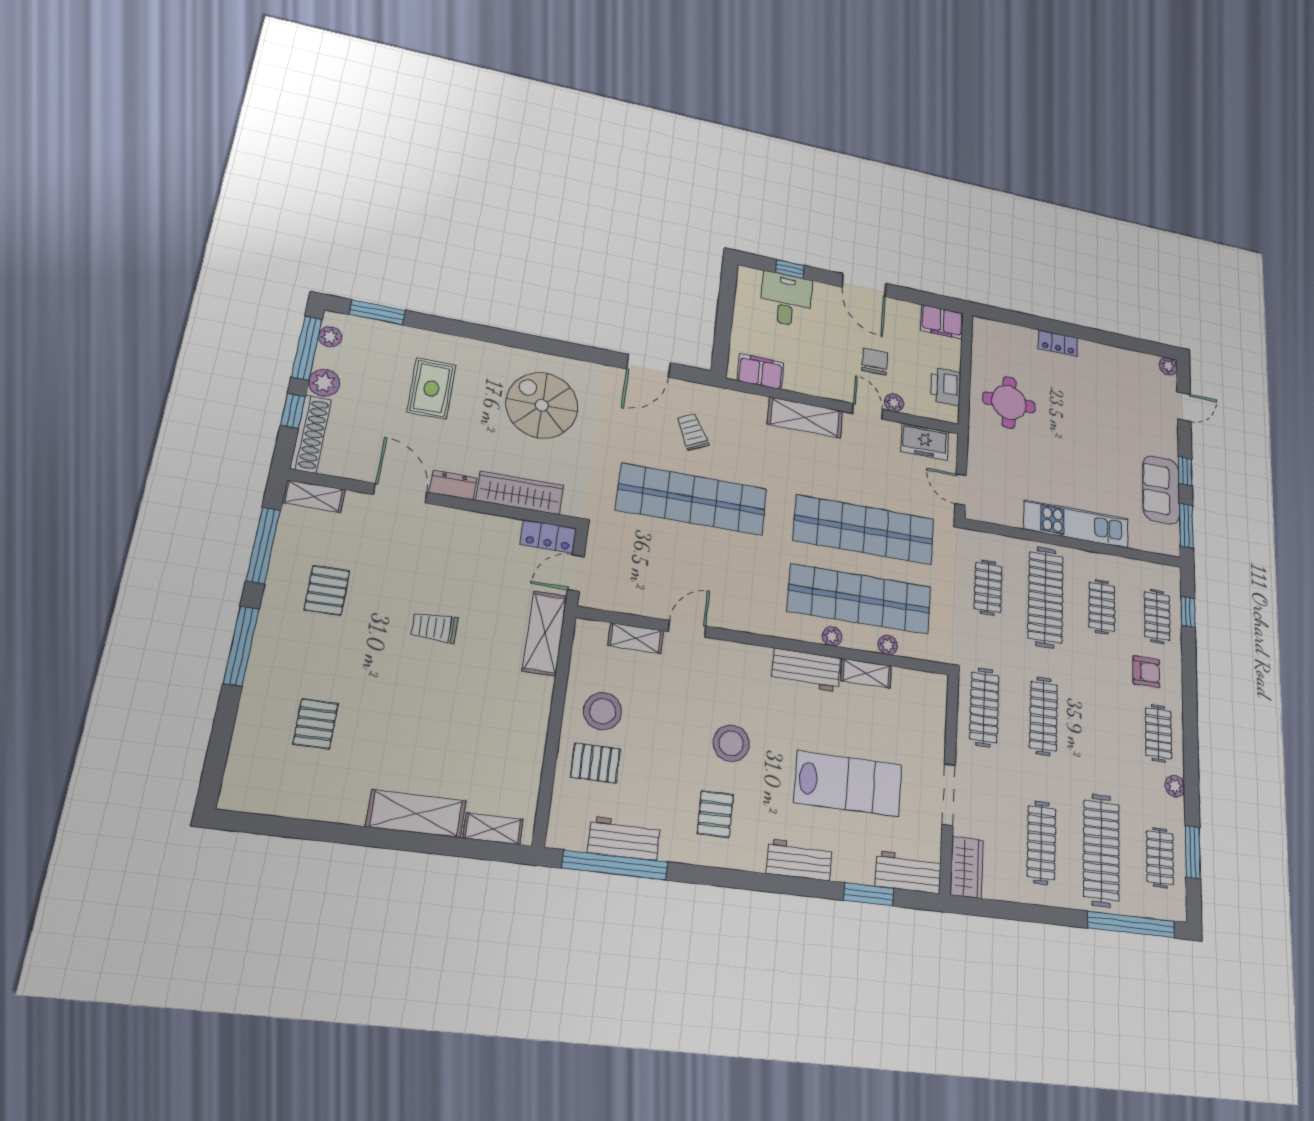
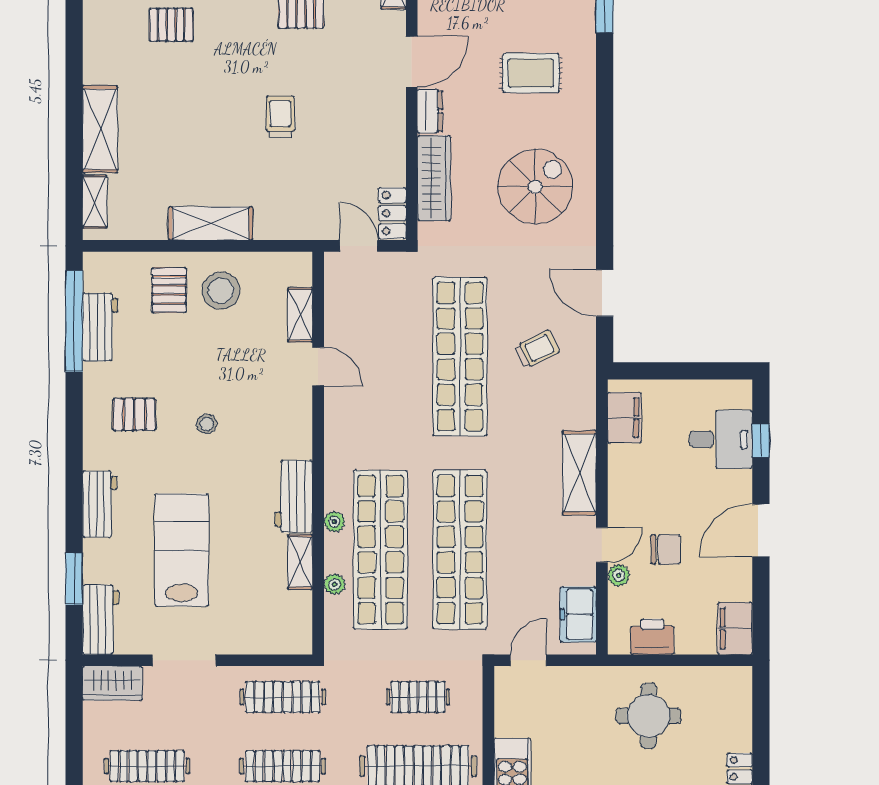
shelving: (545, 633) -> (211, 224), moved
stool: (731, 743) -> (207, 424), width x0.53, depth x0.53
lab bench: (848, 784) -> (182, 550), turned 180

